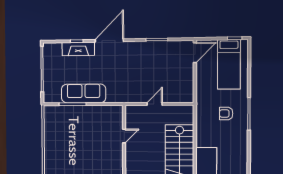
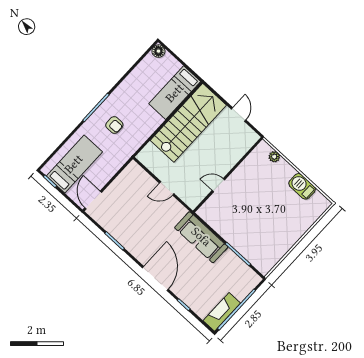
door: (109, 40) -> (155, 279), swing flipped
fireplace: (78, 49) -> (222, 312), moved, turned -90
door: (195, 53) -> (93, 200), hinge flipped
sofa: (84, 93) -> (201, 237), moved

